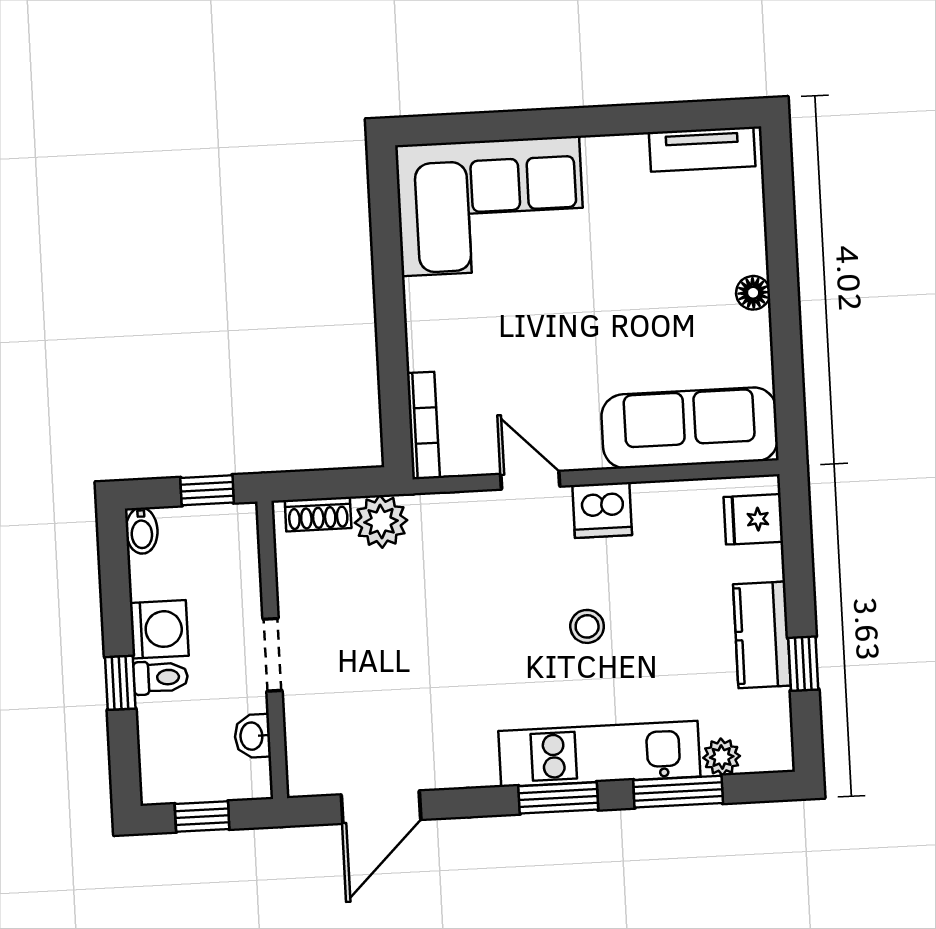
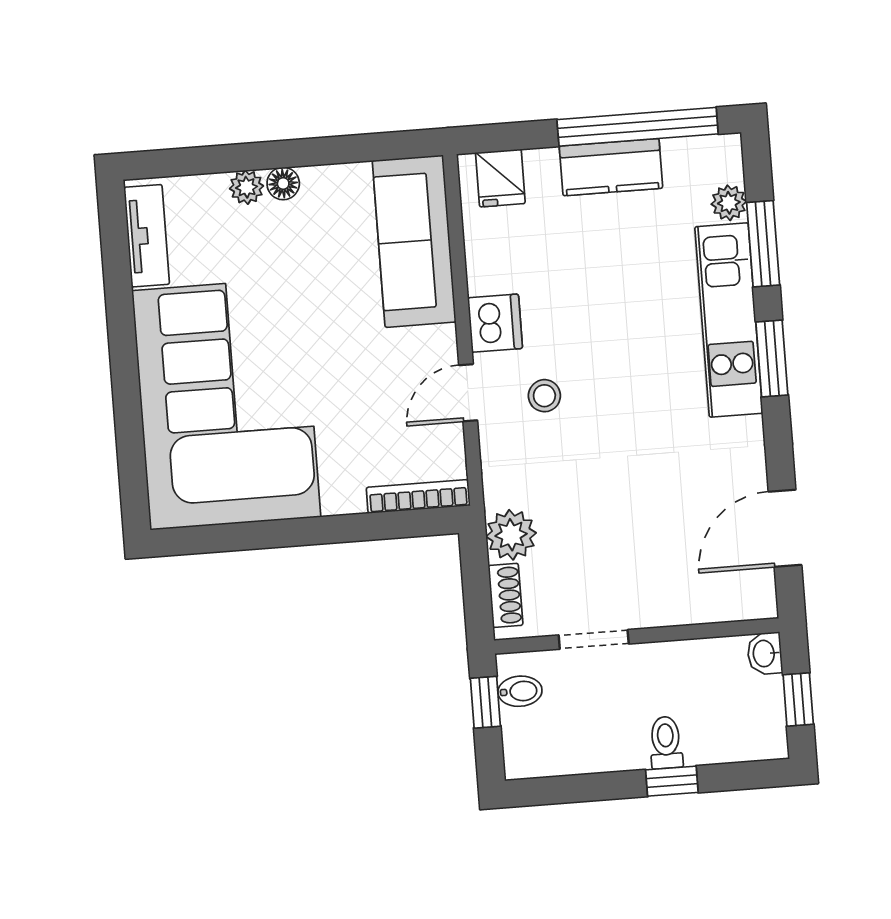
corner sofa: (490, 206) -> (226, 404), width x1.36, depth x1.36
plant: (750, 254) -> (247, 187), added
bidet: (142, 531) -> (520, 691), moved
stool: (587, 626) -> (544, 396), moved
washing machine: (159, 629) -> (620, 745), removed
doorway: (273, 655) -> (594, 639), moved
window: (803, 664) -> (638, 127), width x3.17
washbasin: (253, 736) -> (765, 654), moved, turned 90
door: (381, 807) -> (785, 528), swing flipped

